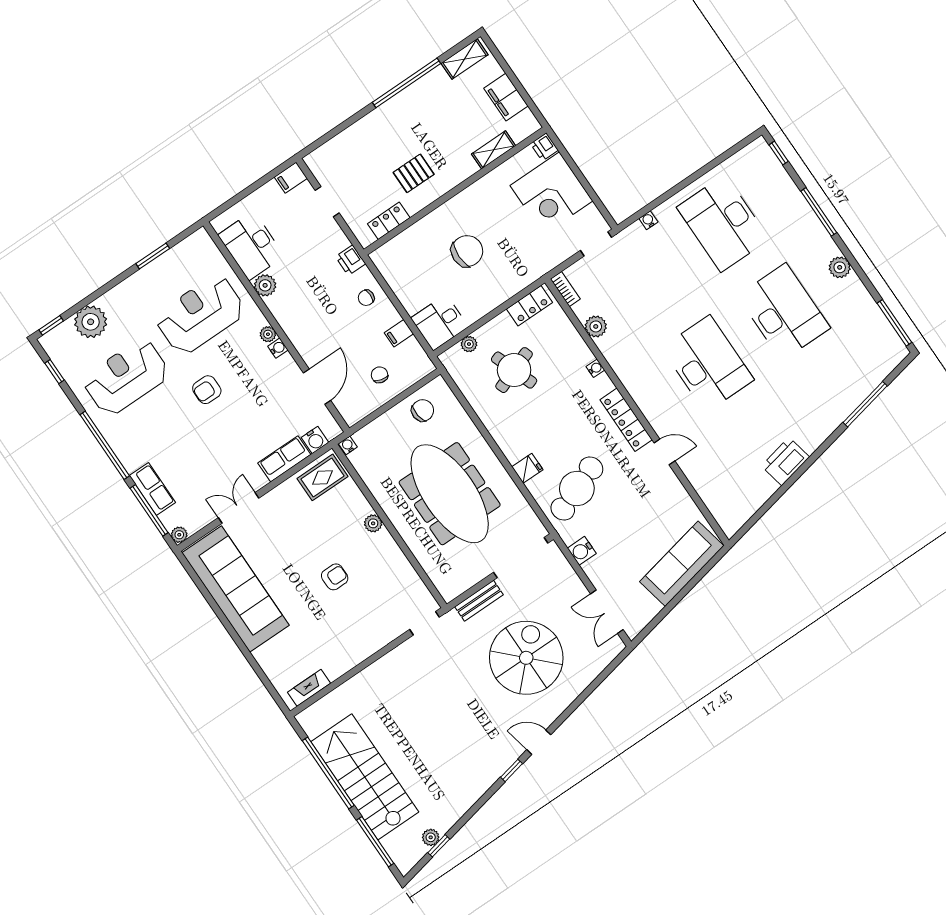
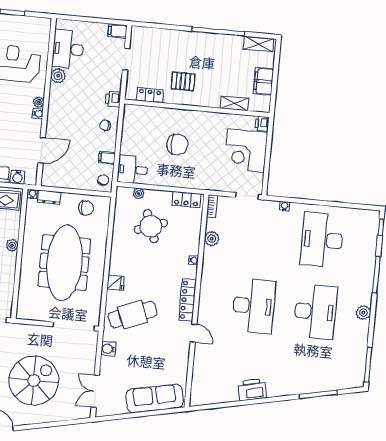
chair: (380, 375) -> (103, 180), moved
dresser: (370, 433) -> (49, 197), added
bench: (479, 601) -> (34, 331), removed

